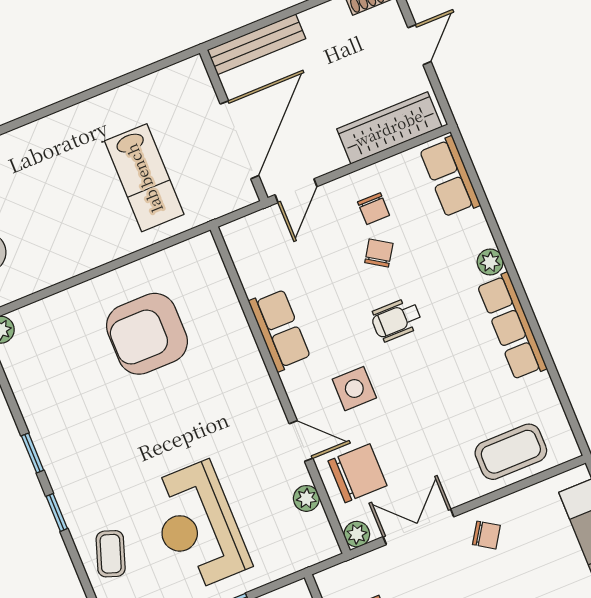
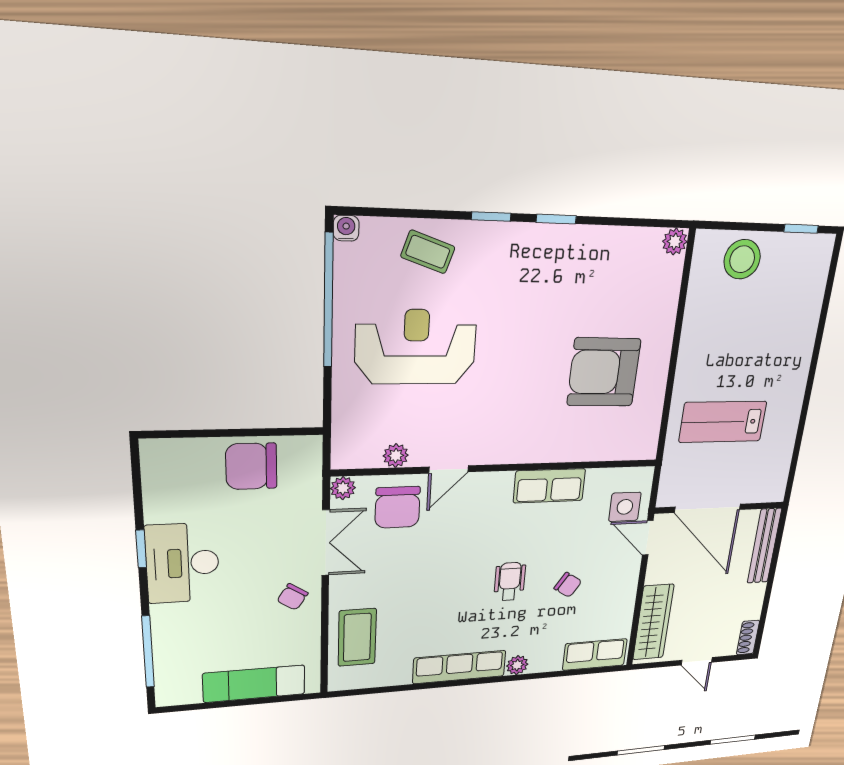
chair: (374, 209) -> (603, 592), removed
armchair: (147, 334) -> (604, 372), turned -89
side table: (354, 389) -> (625, 507), moved

